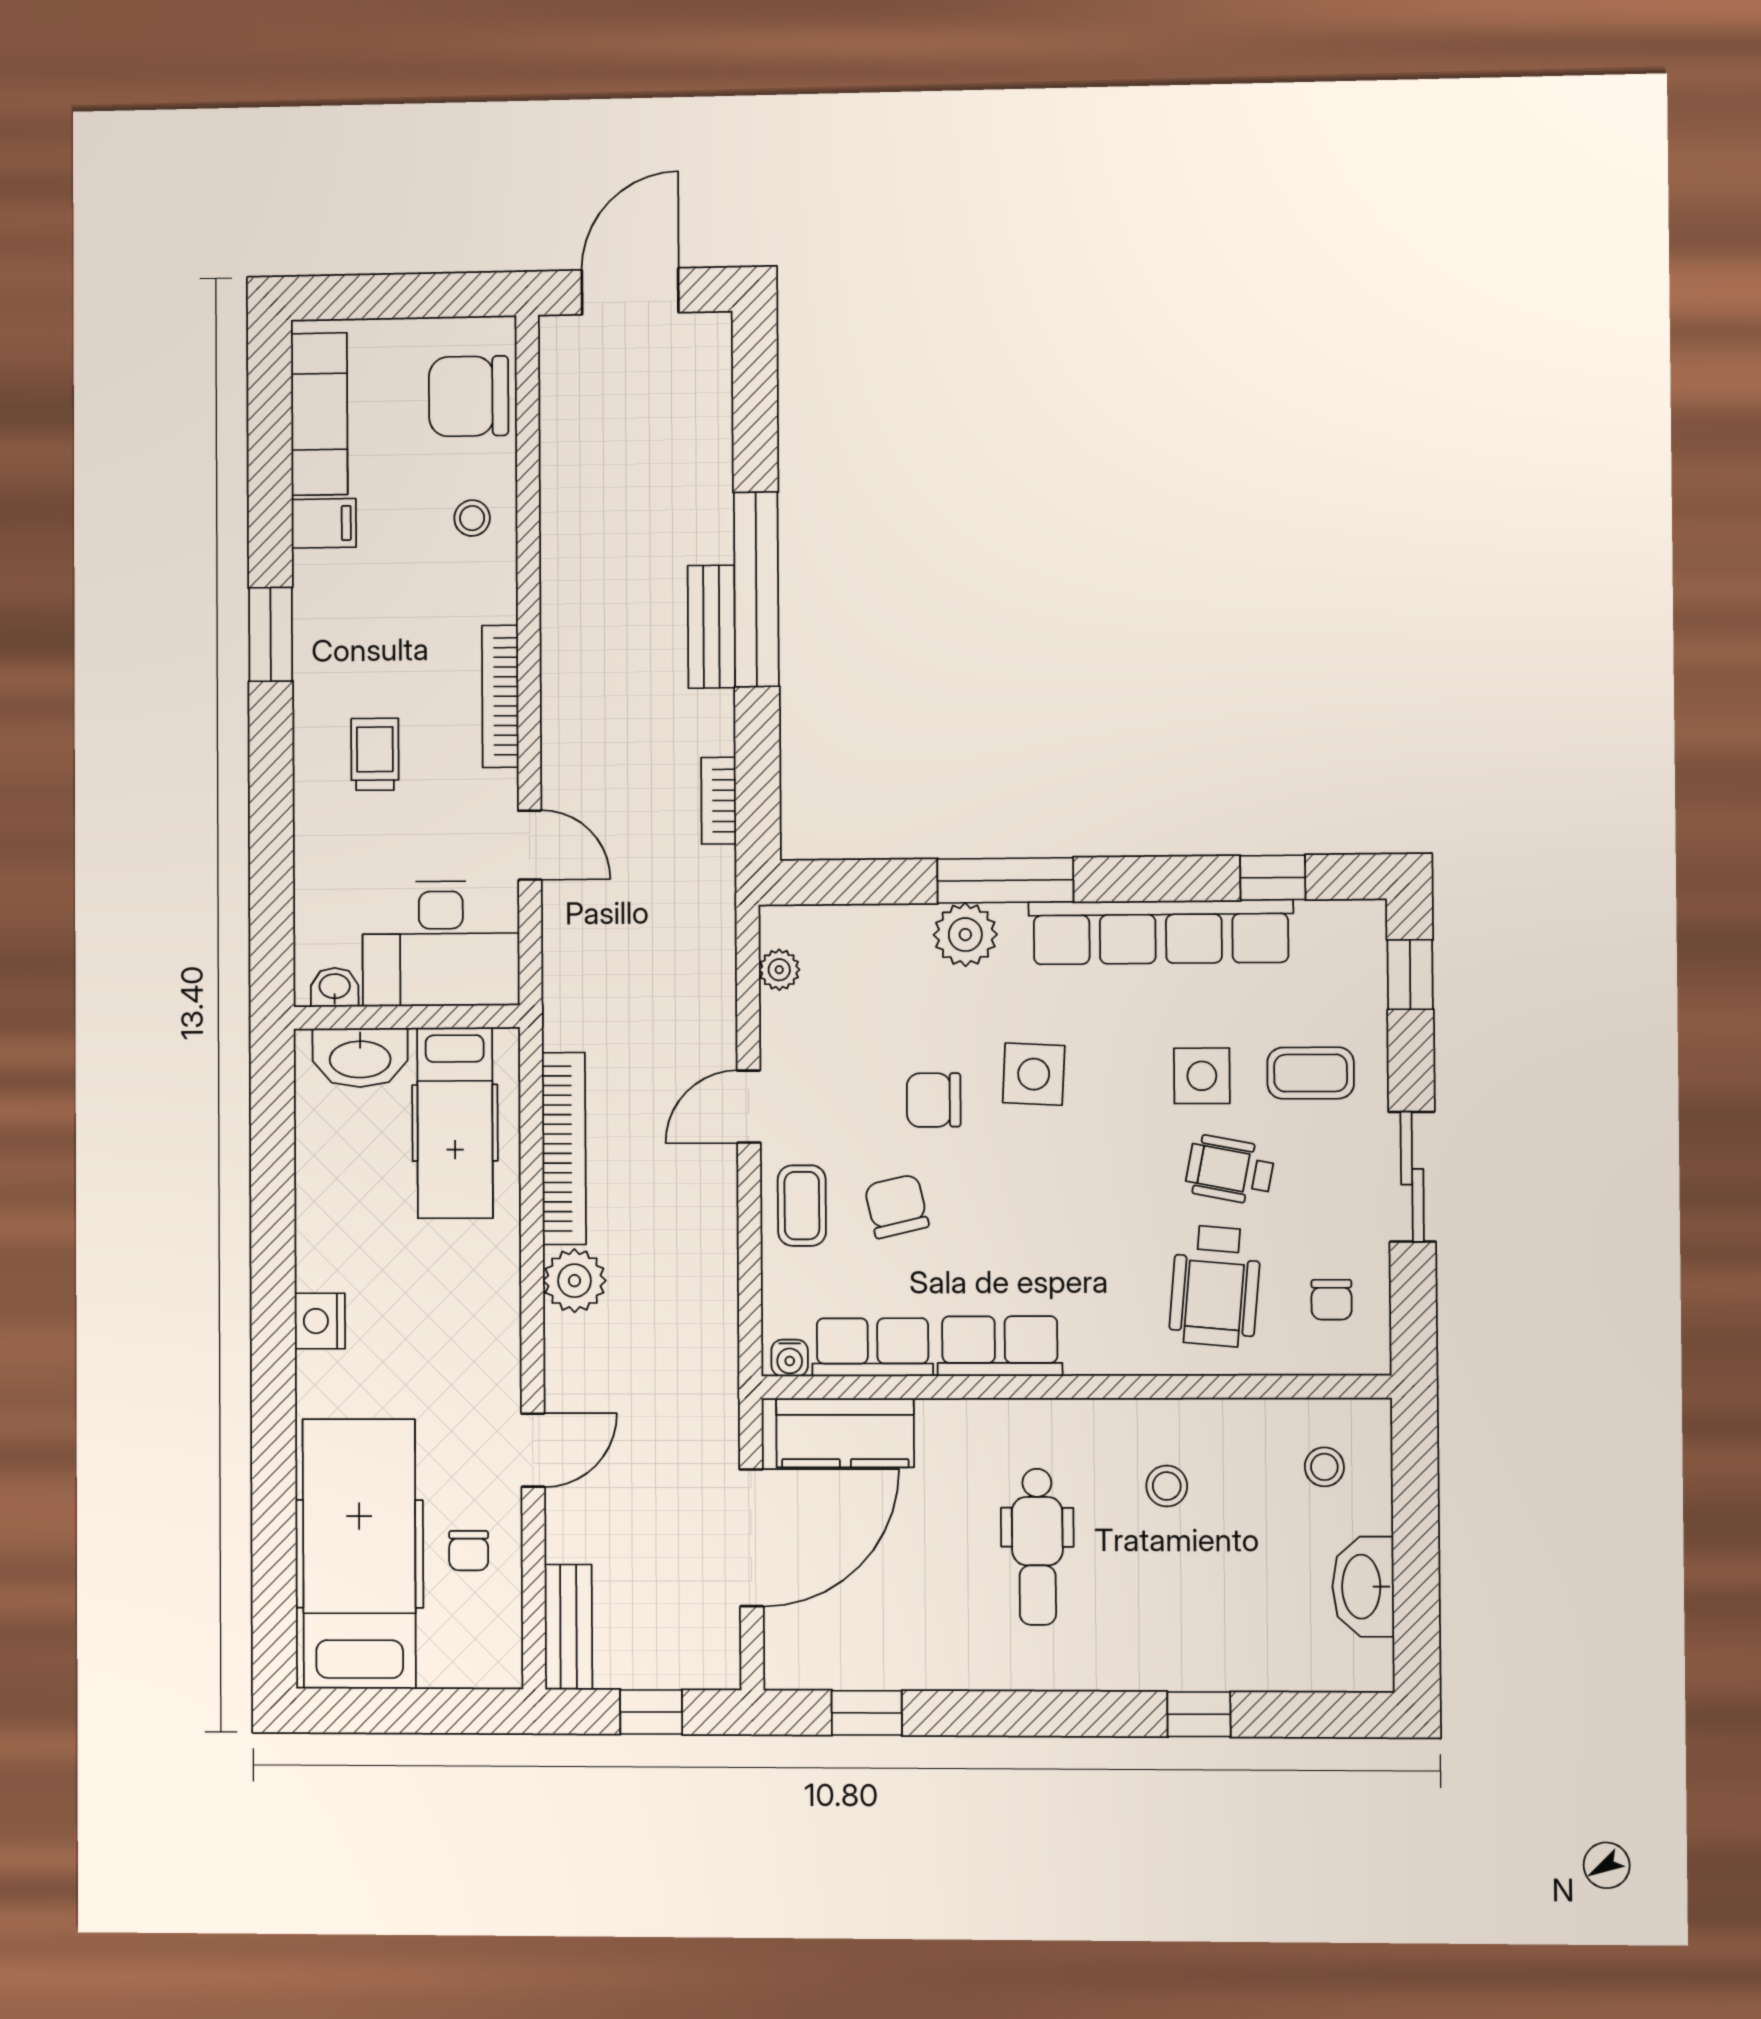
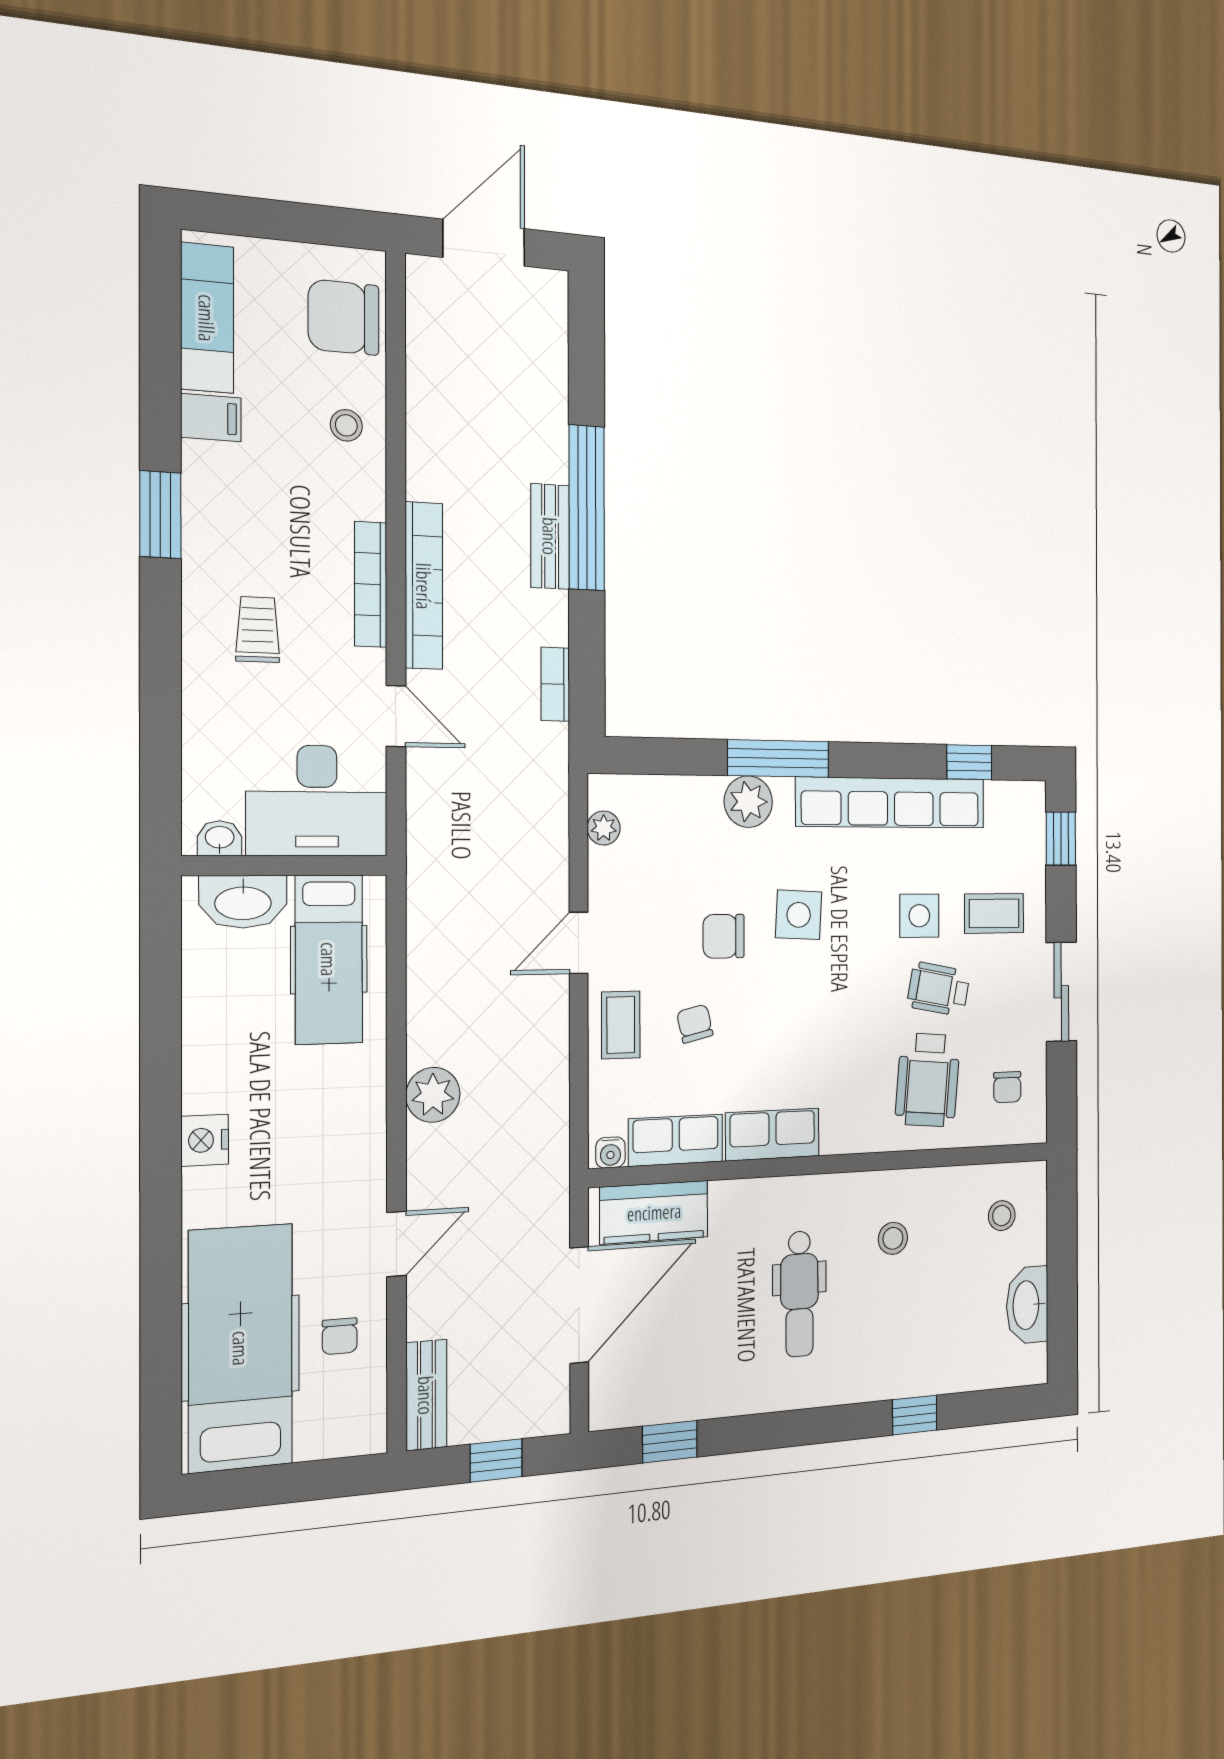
bookcase: (564, 1149) -> (424, 586), moved
chair: (897, 1206) -> (695, 1024), width x0.73, depth x0.73

